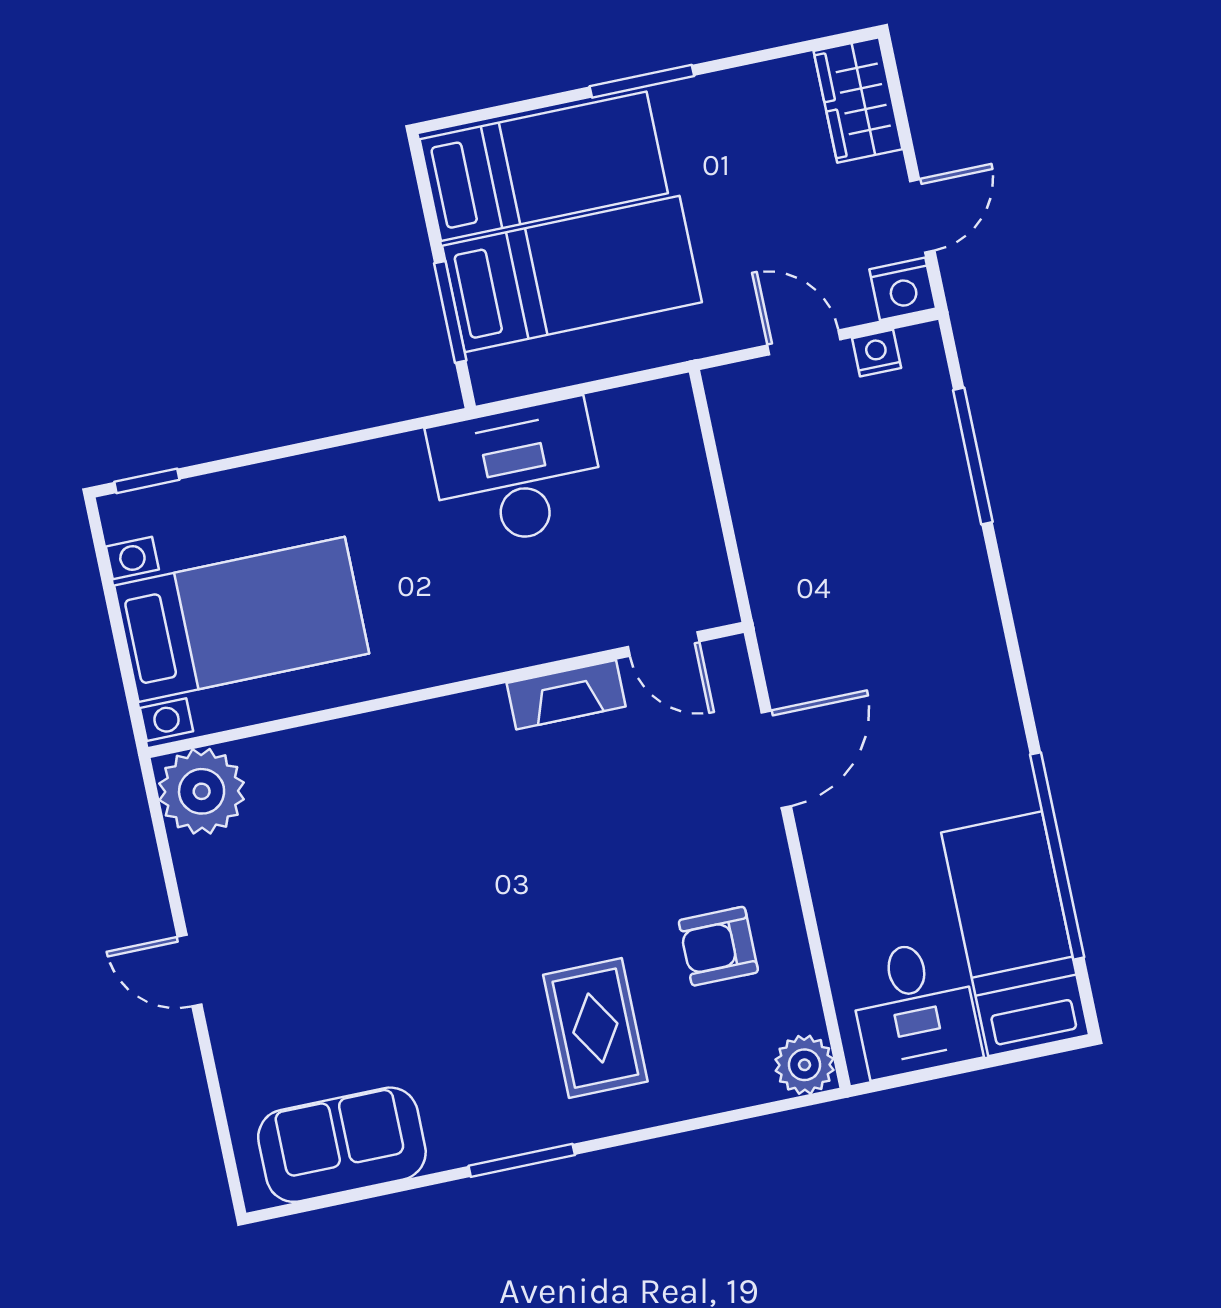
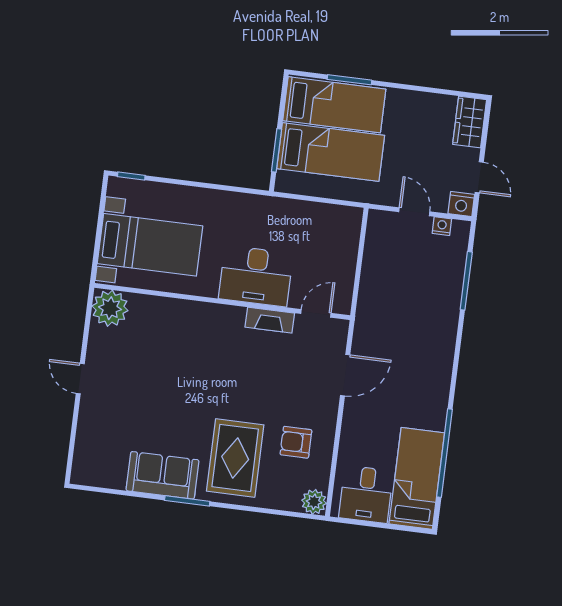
window: (642, 81) -> (349, 80), moved
door: (922, 216) -> (479, 177), hinge flipped
desk: (517, 474) -> (256, 276), moved, turned 180
door: (664, 644) -> (316, 313), swing flipped
rug: (595, 1028) -> (235, 458), width x1.36, depth x1.43
sofa: (342, 1145) -> (162, 475), moved

